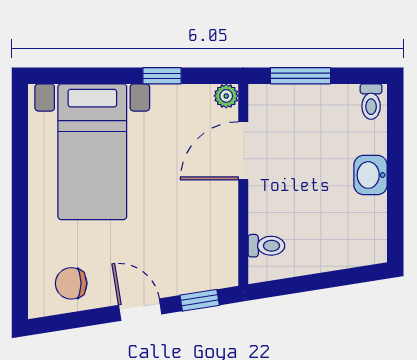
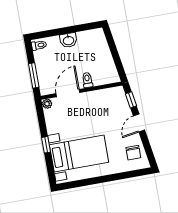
window: (162, 76) -> (46, 145), moved
door: (243, 151) -> (68, 93), swing flipped
toilet: (266, 246) -> (87, 80), moved

